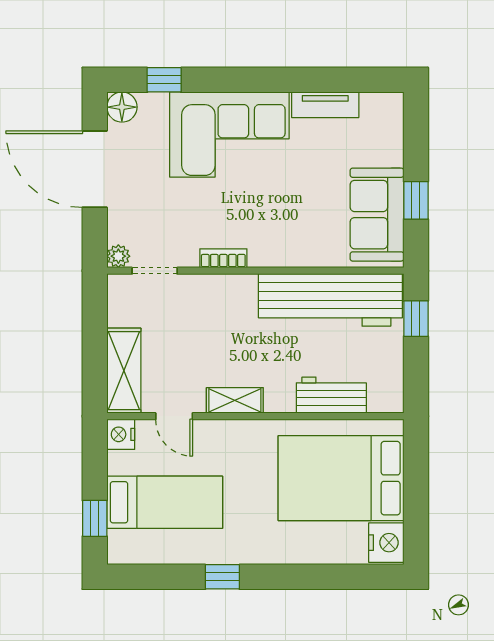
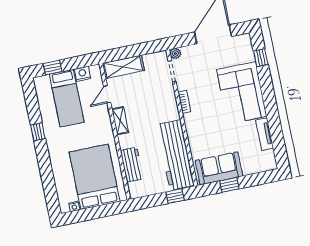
floor lamp: (122, 107) -> (244, 41), removed
nightstand: (121, 434) -> (83, 74), moved
nightstand: (386, 543) -> (74, 206), width x0.53, depth x0.56

